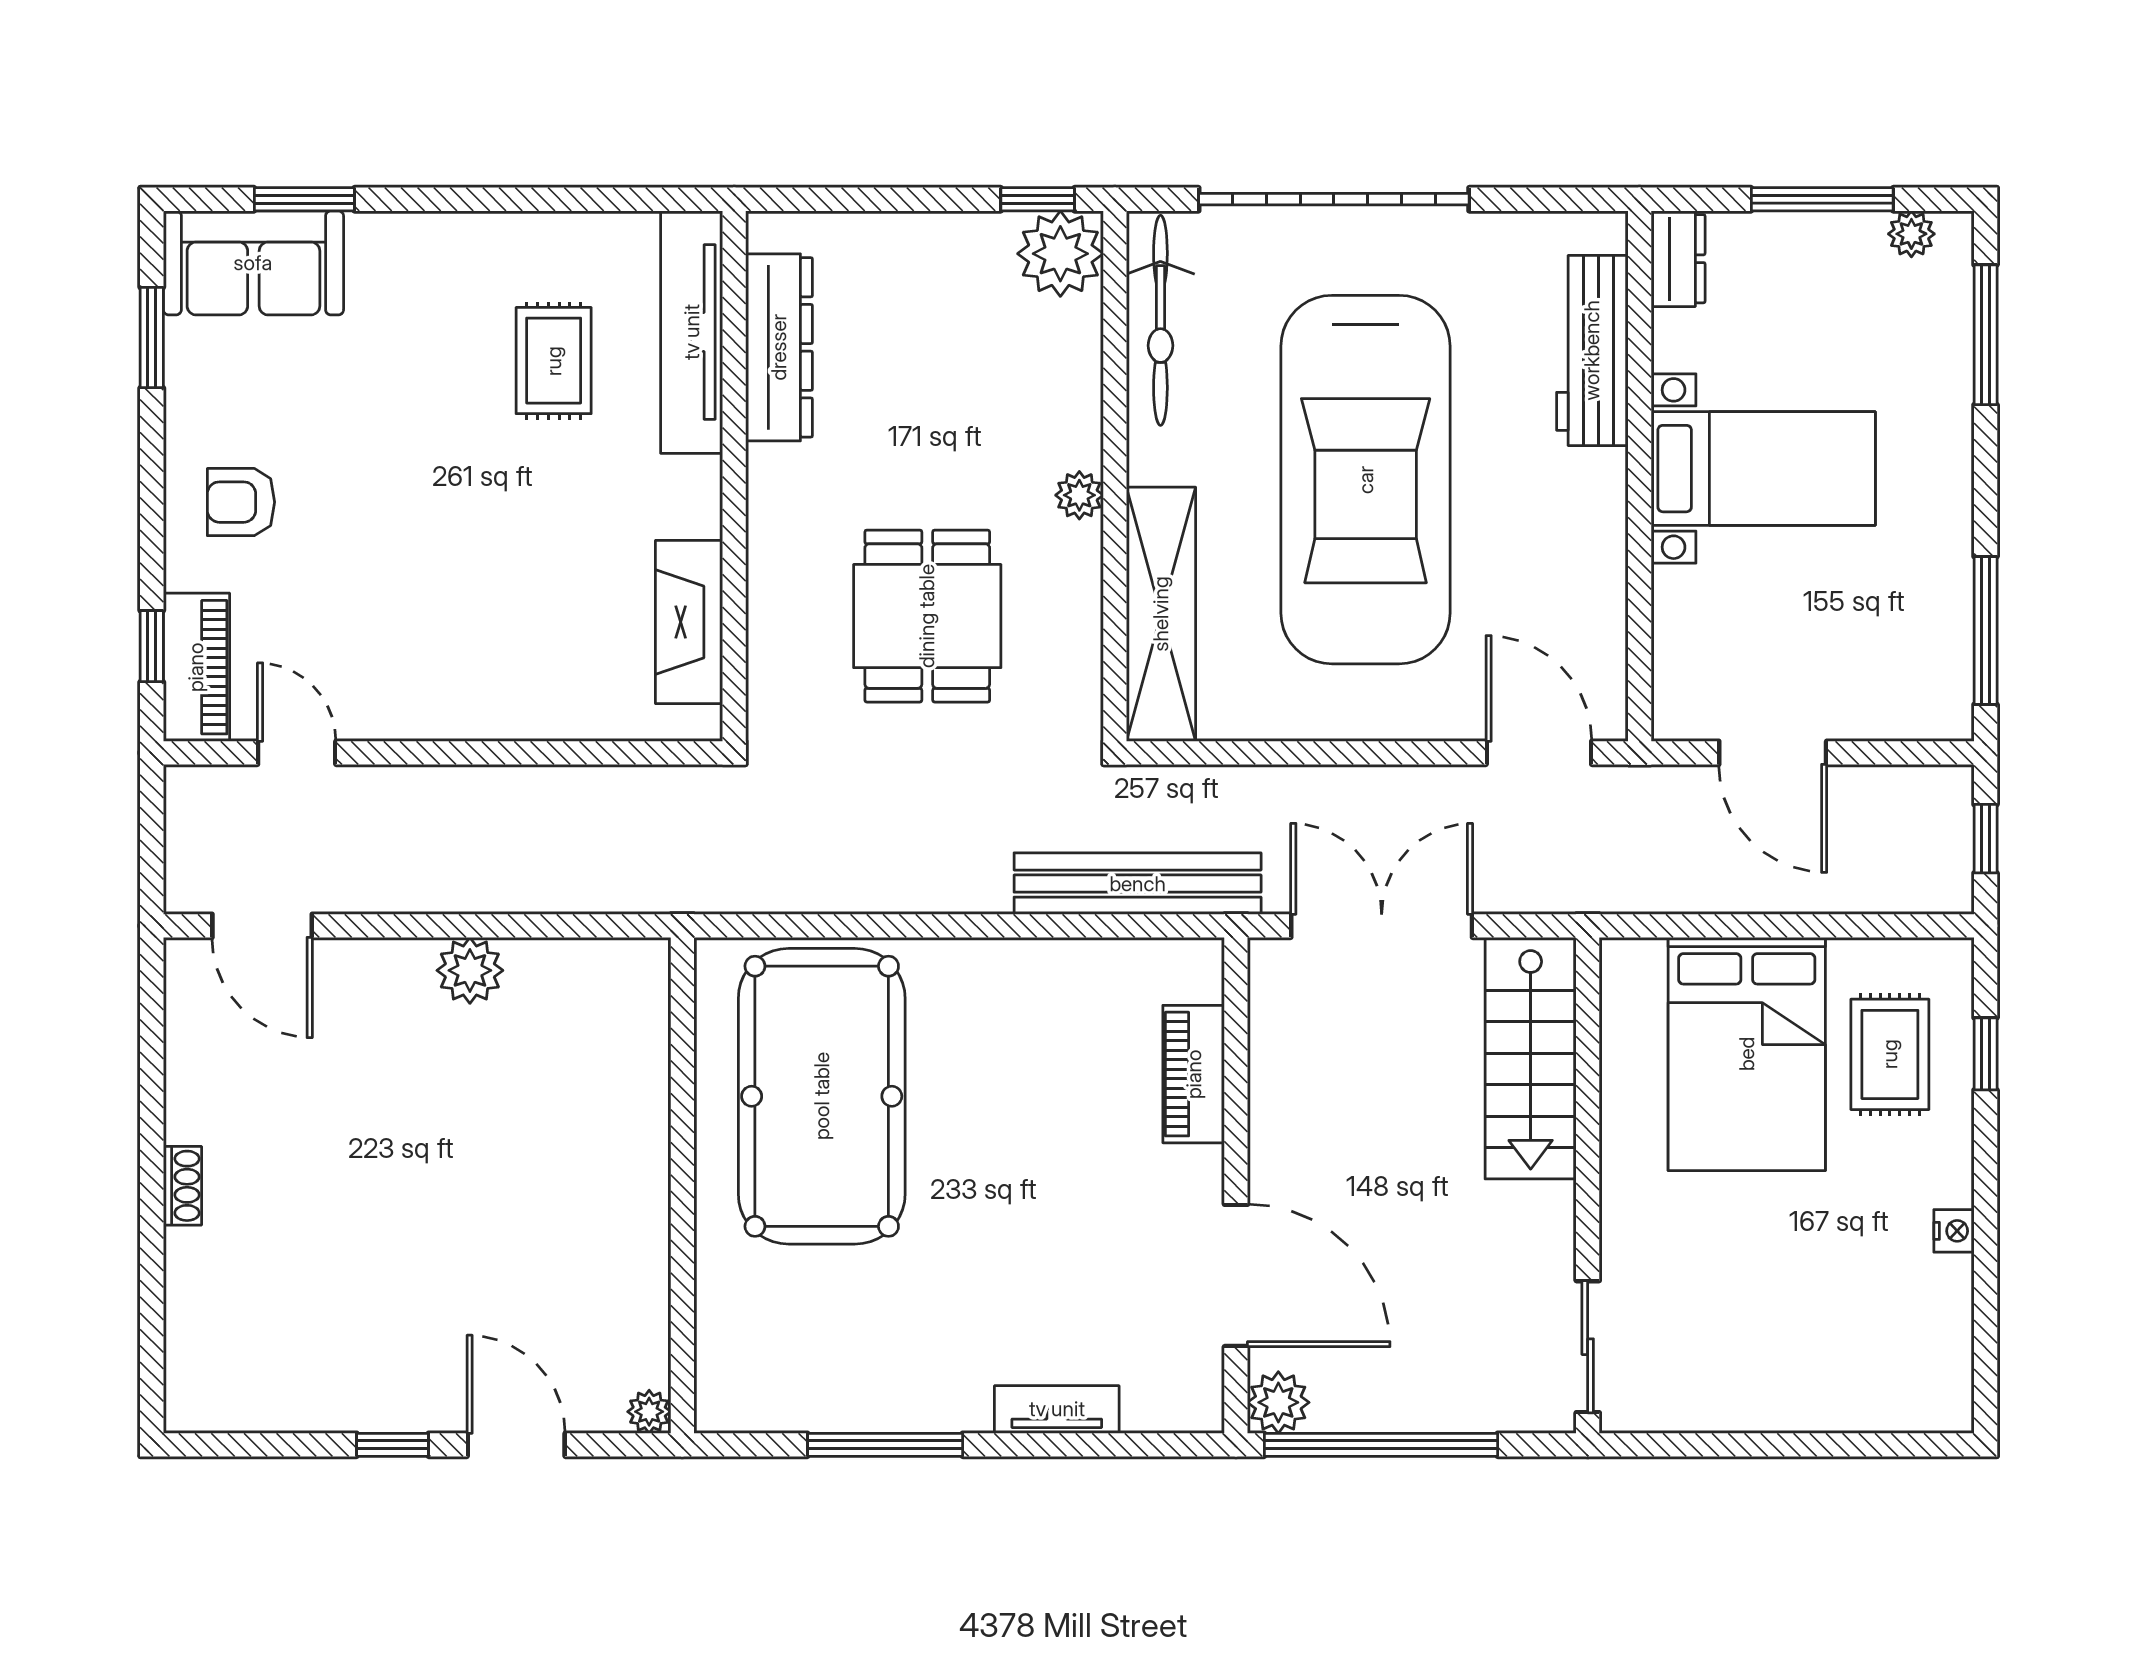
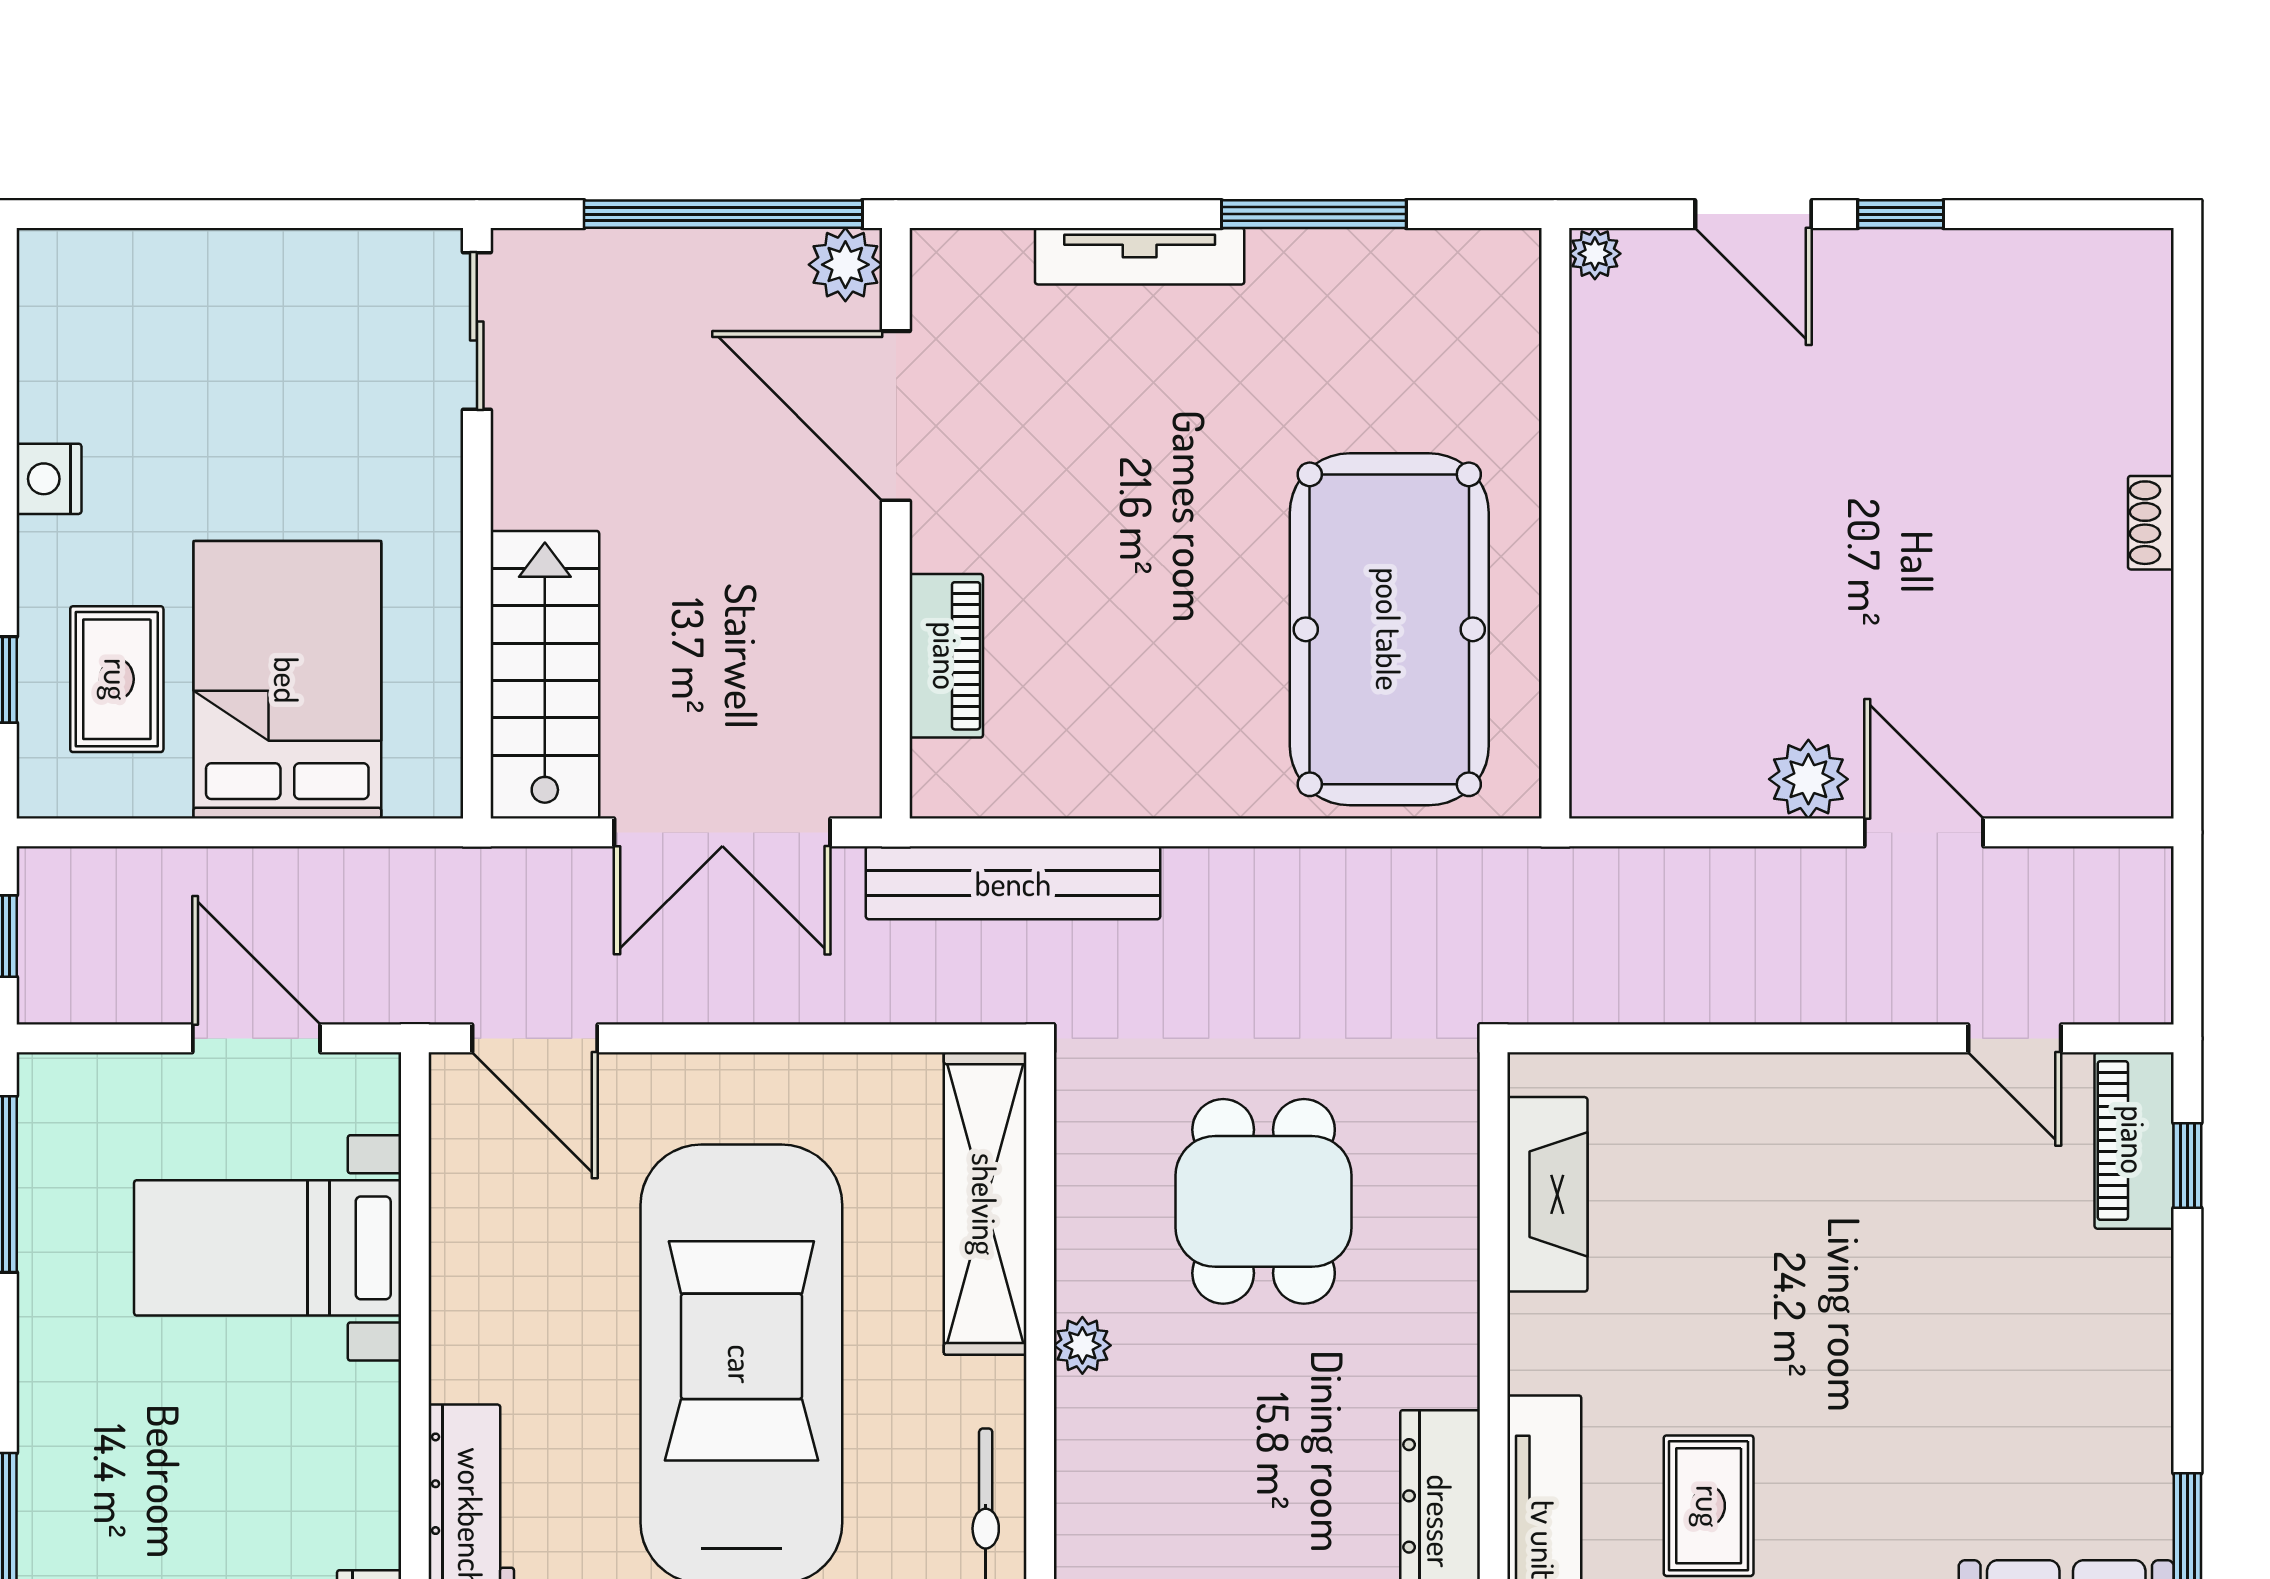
bed with nightstands: (1763, 469) -> (268, 1248), moved
armchair: (241, 502) -> (2081, 1337), removed
door: (262, 926) -> (1924, 832), moved
nightstand: (1954, 1231) -> (49, 479), width x1.39, depth x1.35
tv unit: (1057, 1409) -> (1140, 256), width x1.41

